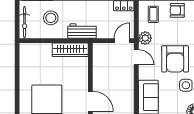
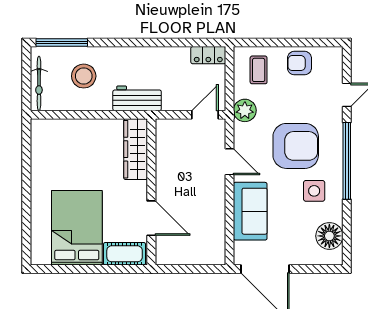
wardrobe: (70, 50) -> (136, 149), moved, turned 90
door: (136, 57) -> (230, 162), moved
armchair: (175, 59) -> (296, 146), turned -90

